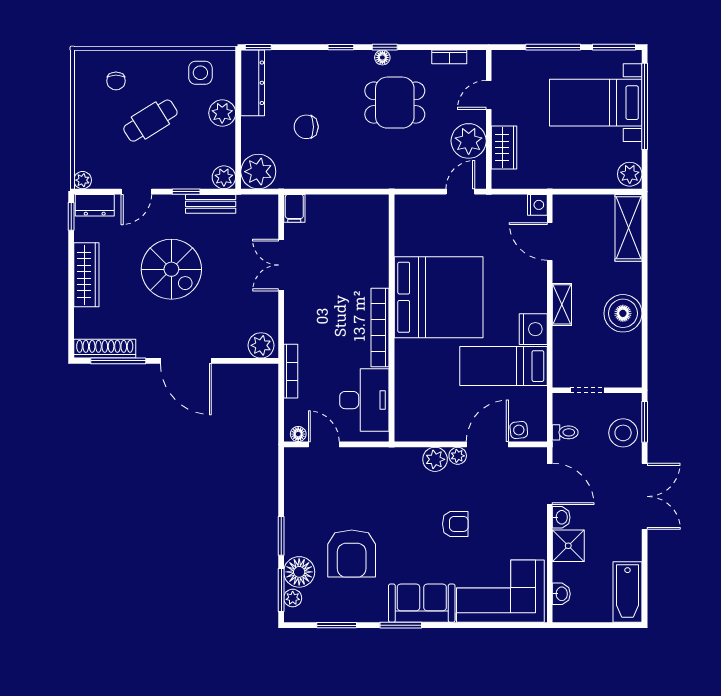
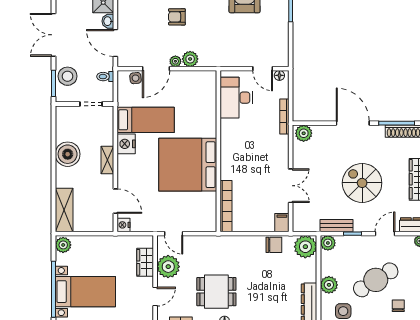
cafe table: (150, 121) -> (376, 280), width x1.37, depth x1.35
chair: (306, 127) -> (274, 245), moved
door: (460, 192) -> (174, 234), hinge flipped
bookcase: (380, 328) -> (226, 206), moved

